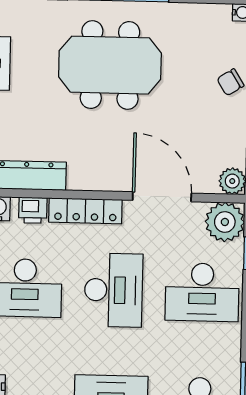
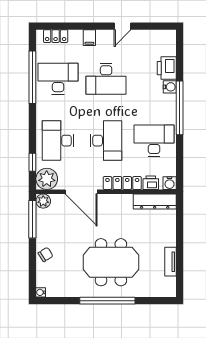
desk: (114, 290) -> (106, 141), turned 180
desk: (202, 292) -> (58, 141), turned -90

